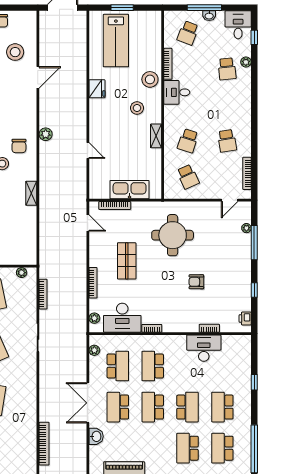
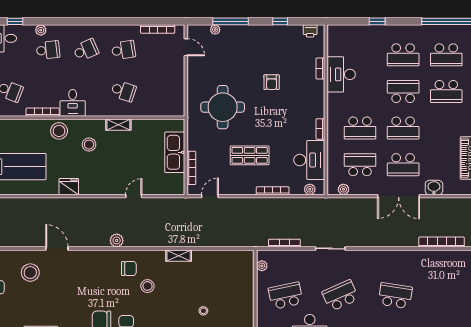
school desk: (188, 177) -> (86, 50), moved

